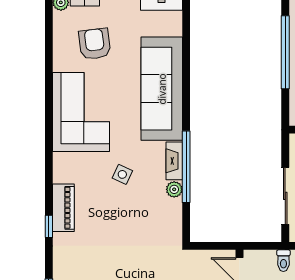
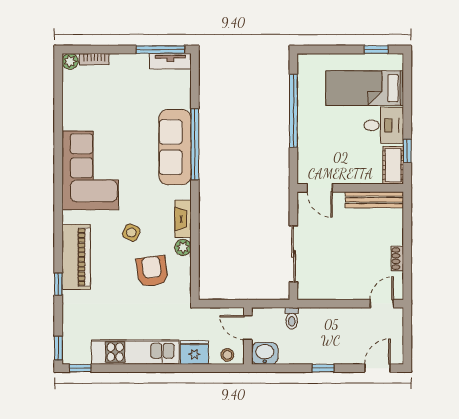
armchair: (95, 44) -> (152, 271), moved
sofa: (162, 89) -> (175, 147), width x0.74, depth x0.79
window: (186, 167) -> (195, 144), moved
piano: (63, 208) -> (76, 257), width x1.37, depth x1.33

